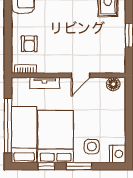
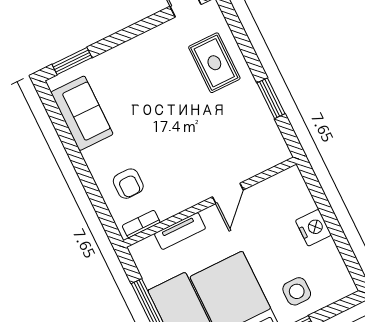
floor lamp: (113, 84) -> (283, 182), removed
nightstand: (118, 154) -> (313, 228), moved

